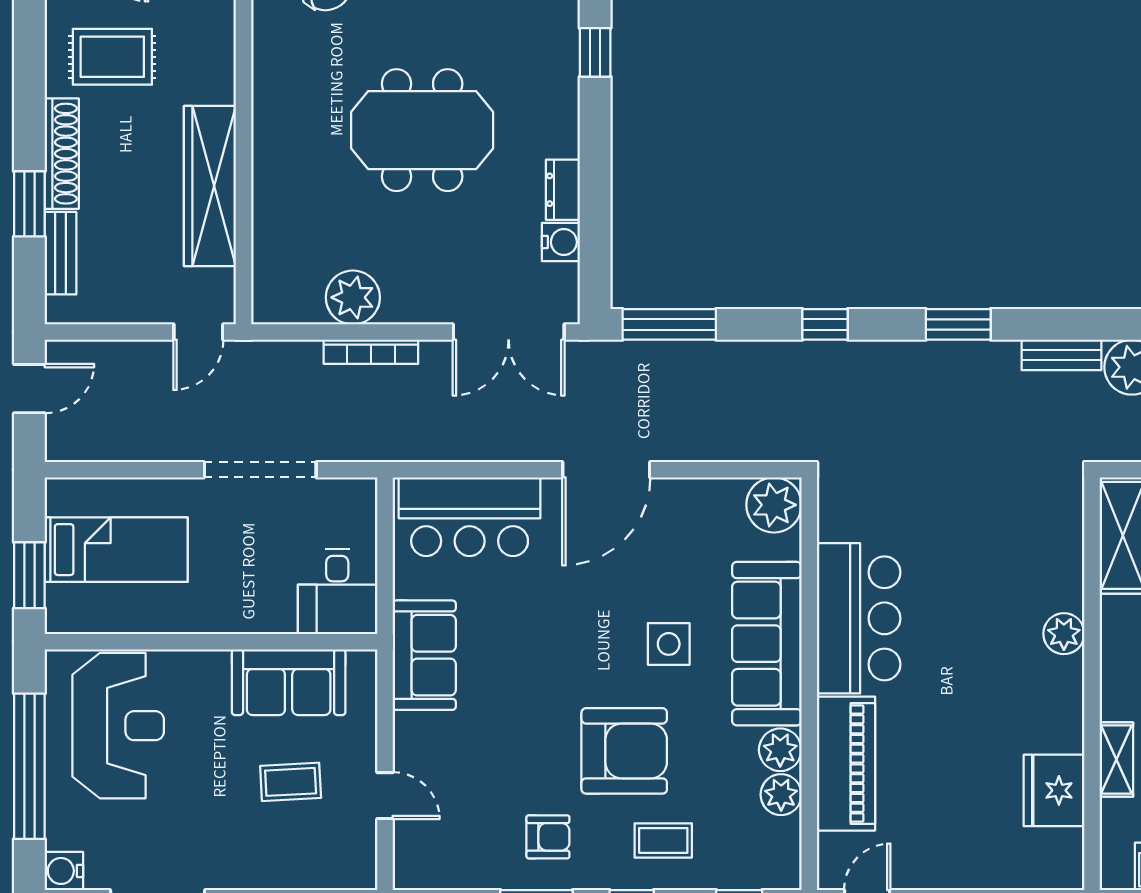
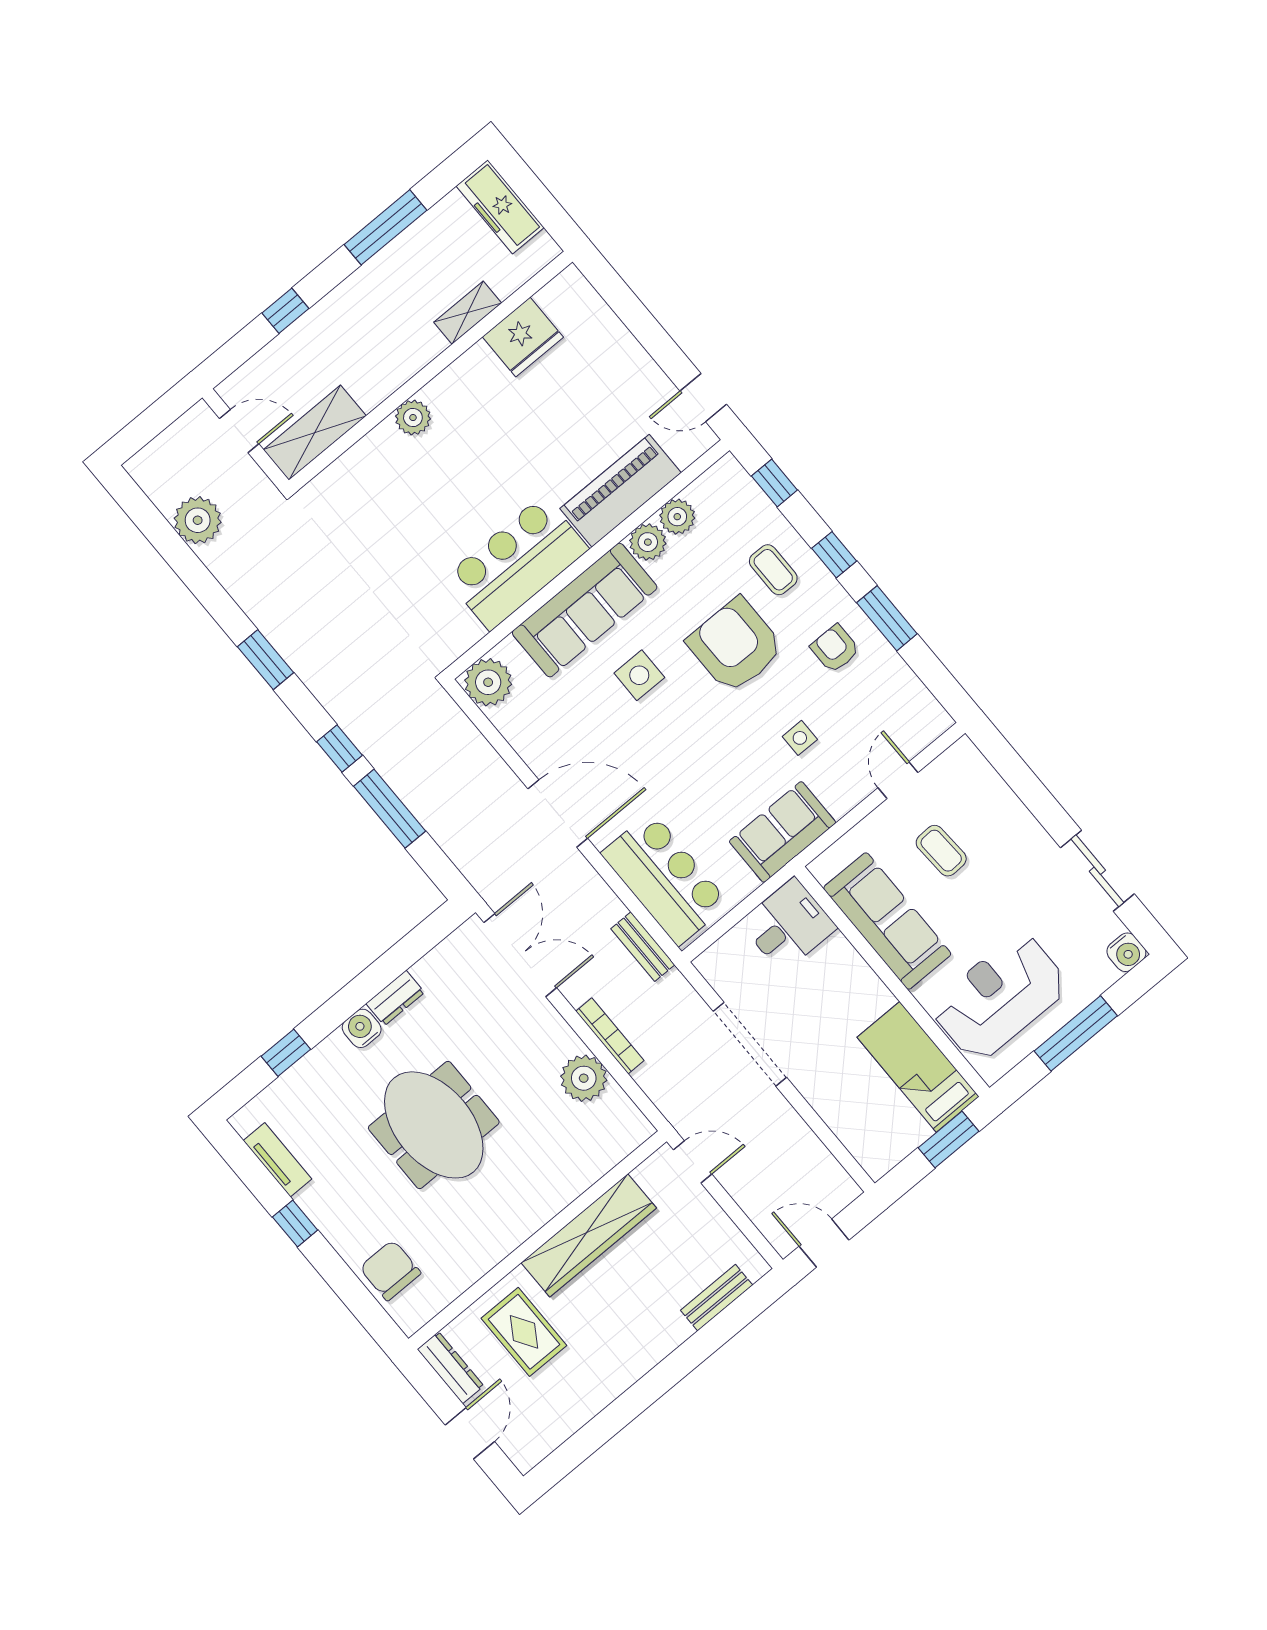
rug: (112, 57) -> (524, 1332), moved
shoe rack: (62, 154) -> (649, 1352), removed
window: (29, 204) -> (701, 1346), removed
water cooler: (561, 242) -> (362, 1028), moved
window: (669, 324) -> (390, 809), moved
bench: (1061, 355) -> (643, 947), moved
bed: (116, 550) -> (918, 1067), moved
sofa: (289, 682) -> (887, 921), width x1.36
side table: (495, 740) -> (800, 738), added
window: (29, 766) -> (1076, 1033), width x0.68

